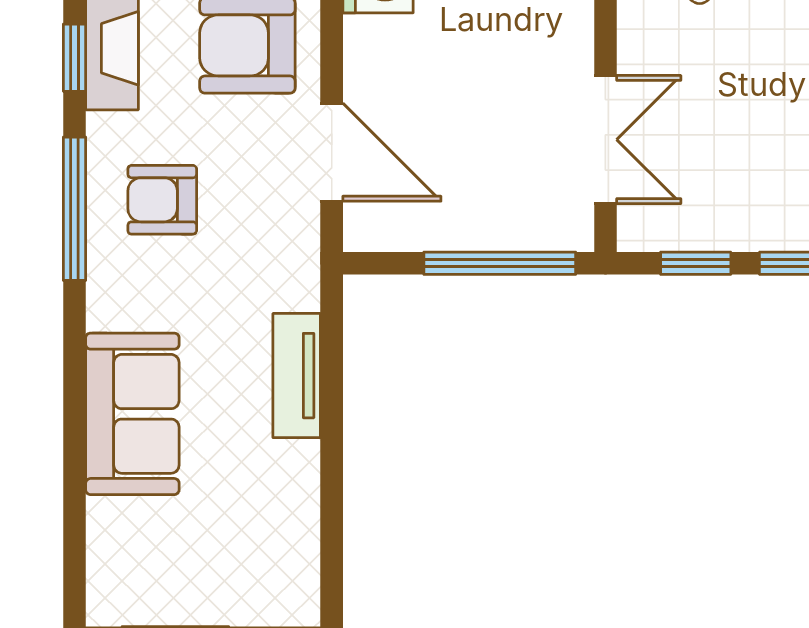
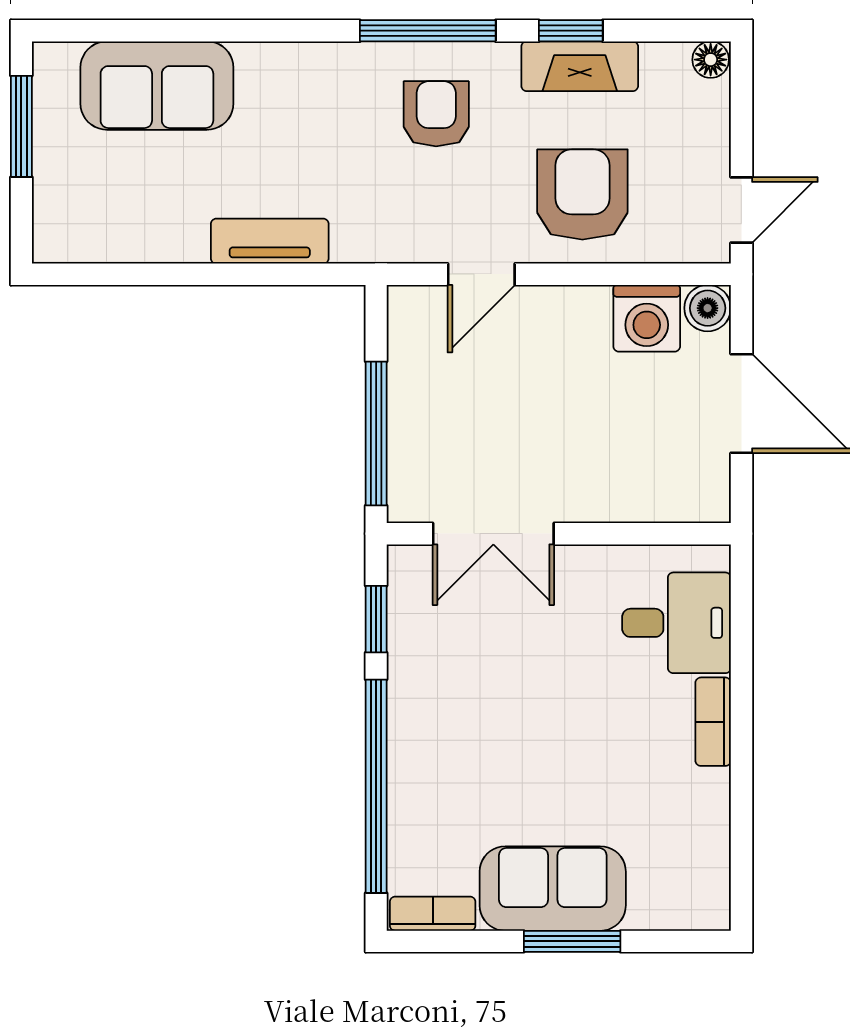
door: (332, 152) -> (481, 274), width x0.73
sofa: (132, 414) -> (157, 86), moved

